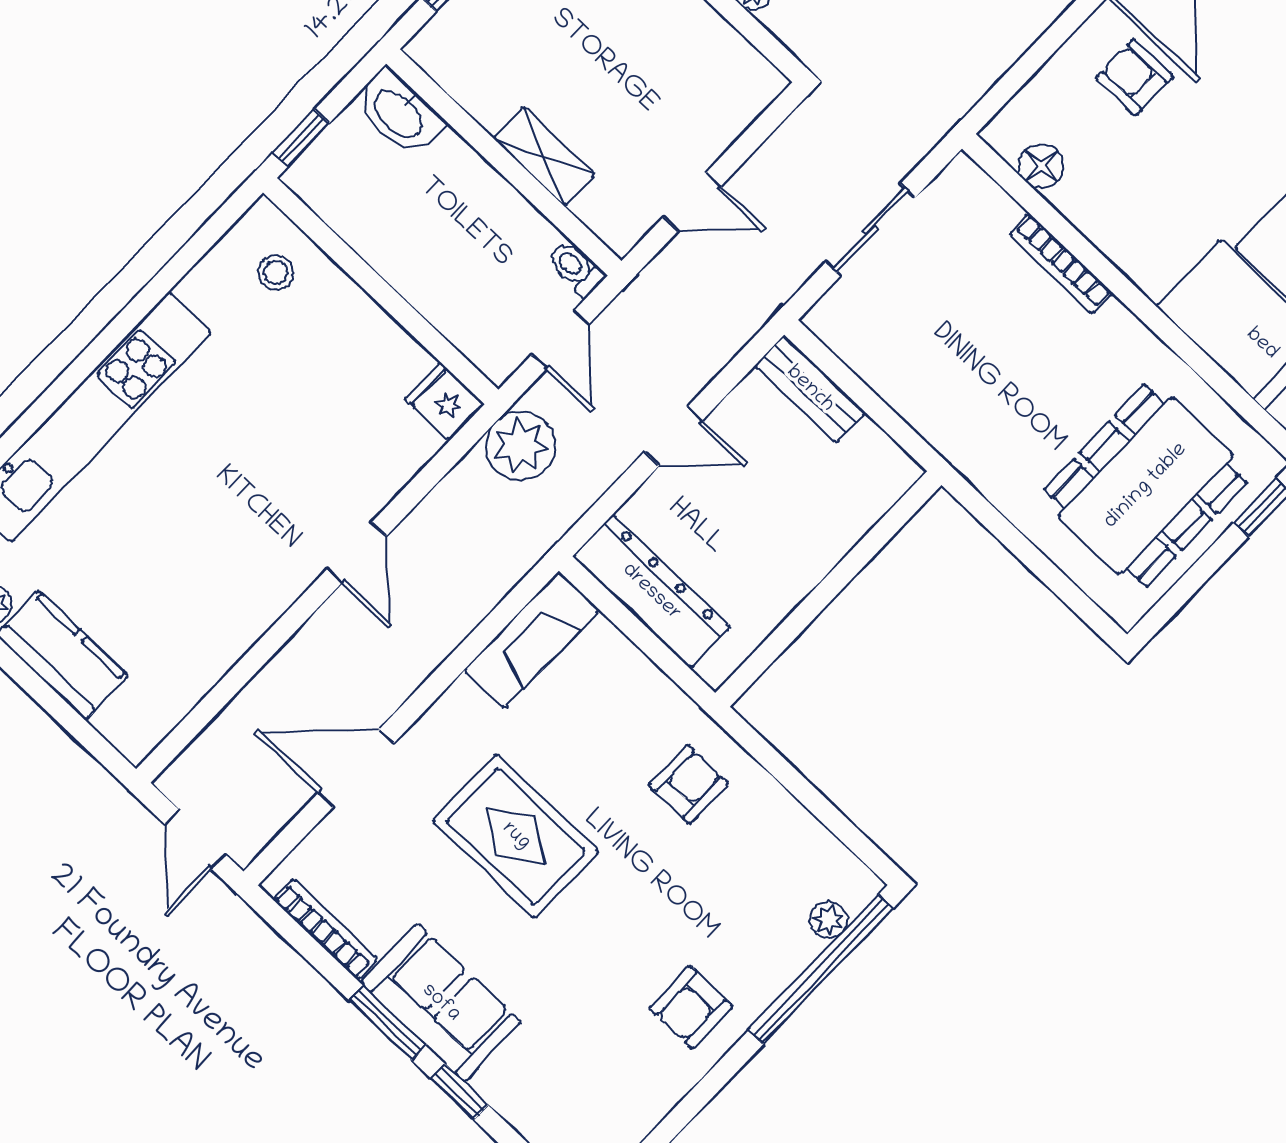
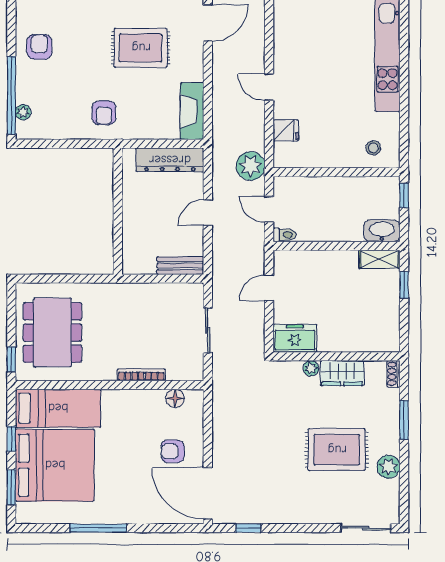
freezer: (731, 71) -> (295, 338), added
armchair: (1134, 77) -> (172, 451), turned 180
shelving: (544, 156) -> (380, 259), moved
fridge: (445, 402) -> (286, 130), moved

